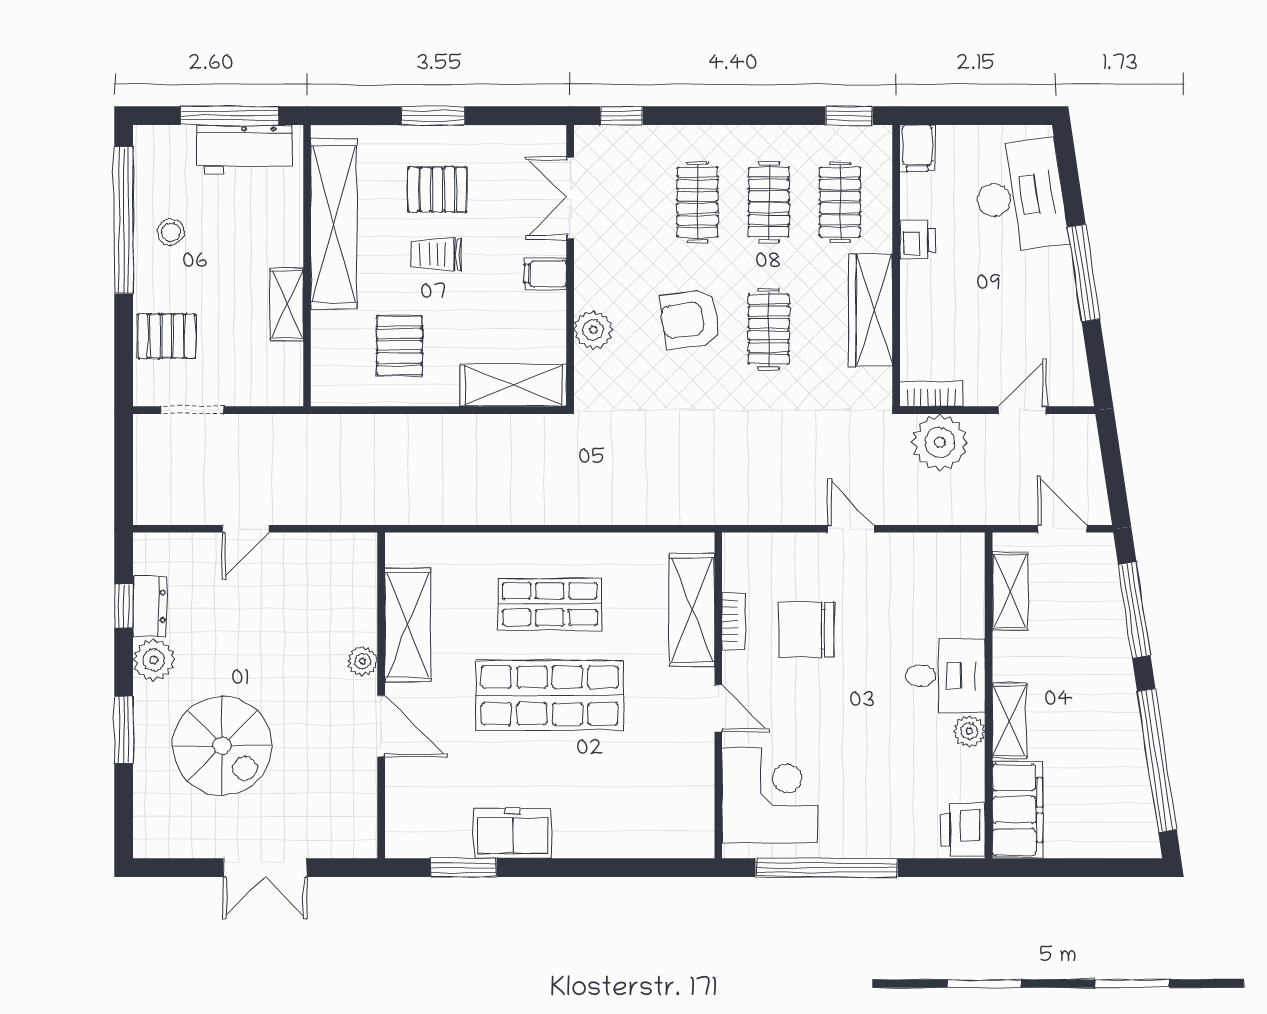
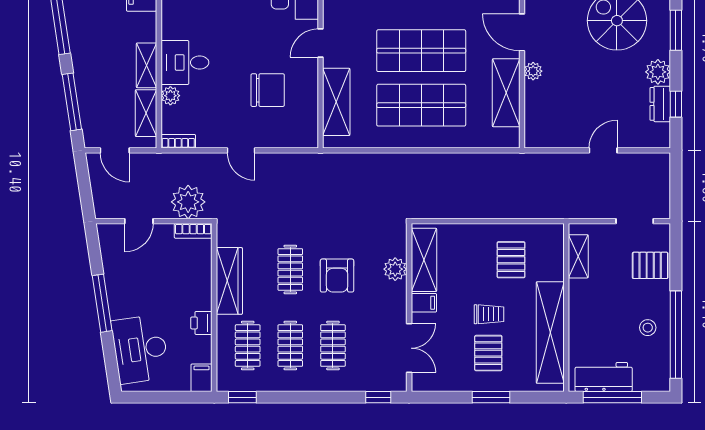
pallet: (437, 190) -> (488, 353), turned 90
shelving: (287, 304) -> (578, 256), moved
armchair: (691, 319) -> (337, 276), turned 98
shelving: (513, 385) -> (424, 260), moved, turned 90
shop shelf: (550, 604) -> (421, 105), width x1.43, depth x1.36
bookcase: (733, 621) -> (178, 141), moved, turned 90
door: (718, 708) -> (320, 43), hinge flipped
shelving: (1009, 721) -> (147, 65), moved
plant: (969, 731) -> (170, 96), moved

